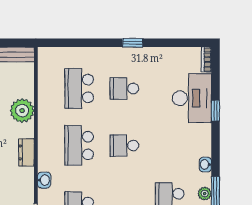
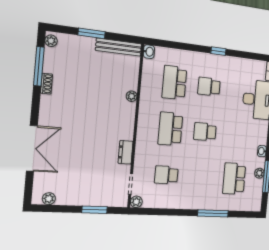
plant: (22, 111) -> (132, 96), width x0.53, depth x0.53
dresser: (26, 152) -> (126, 152), moved
washbasin: (44, 180) -> (149, 52), moved

